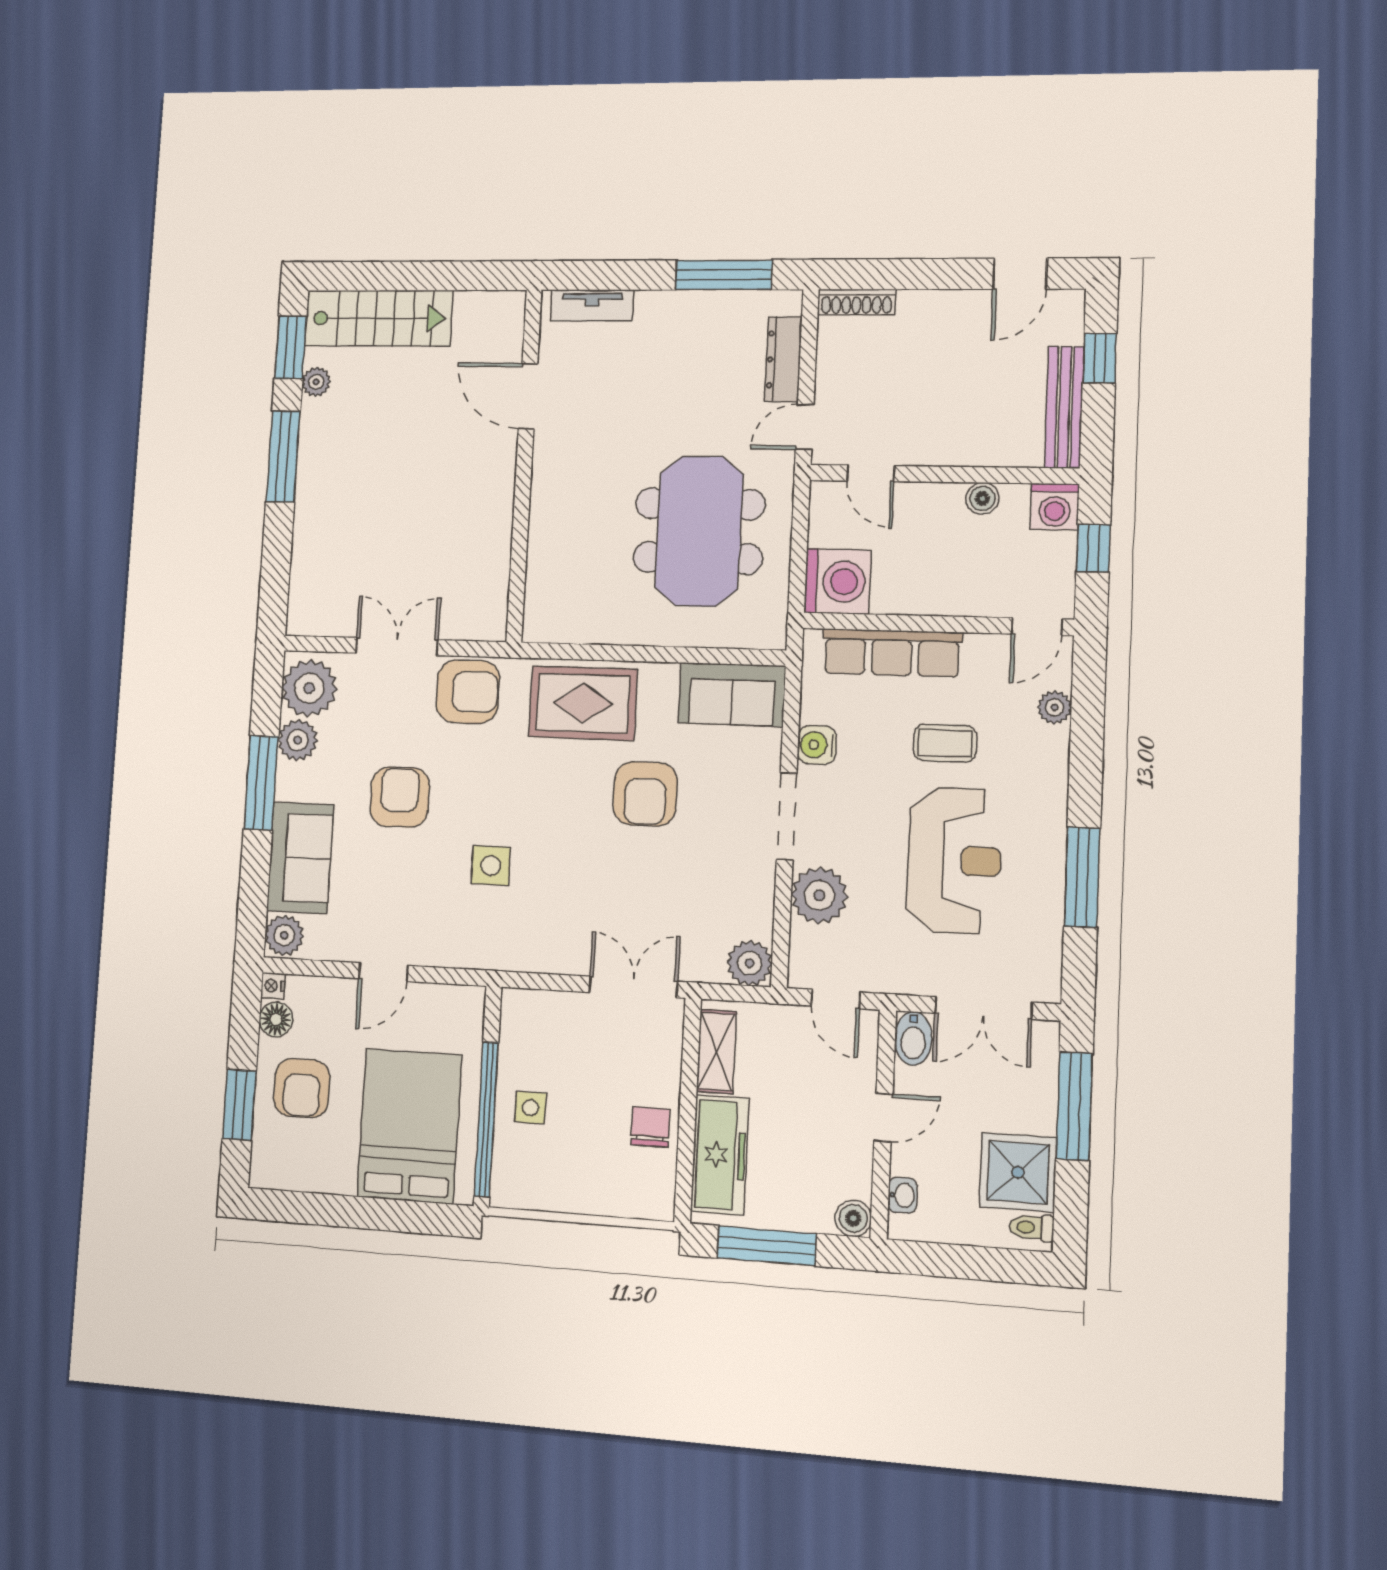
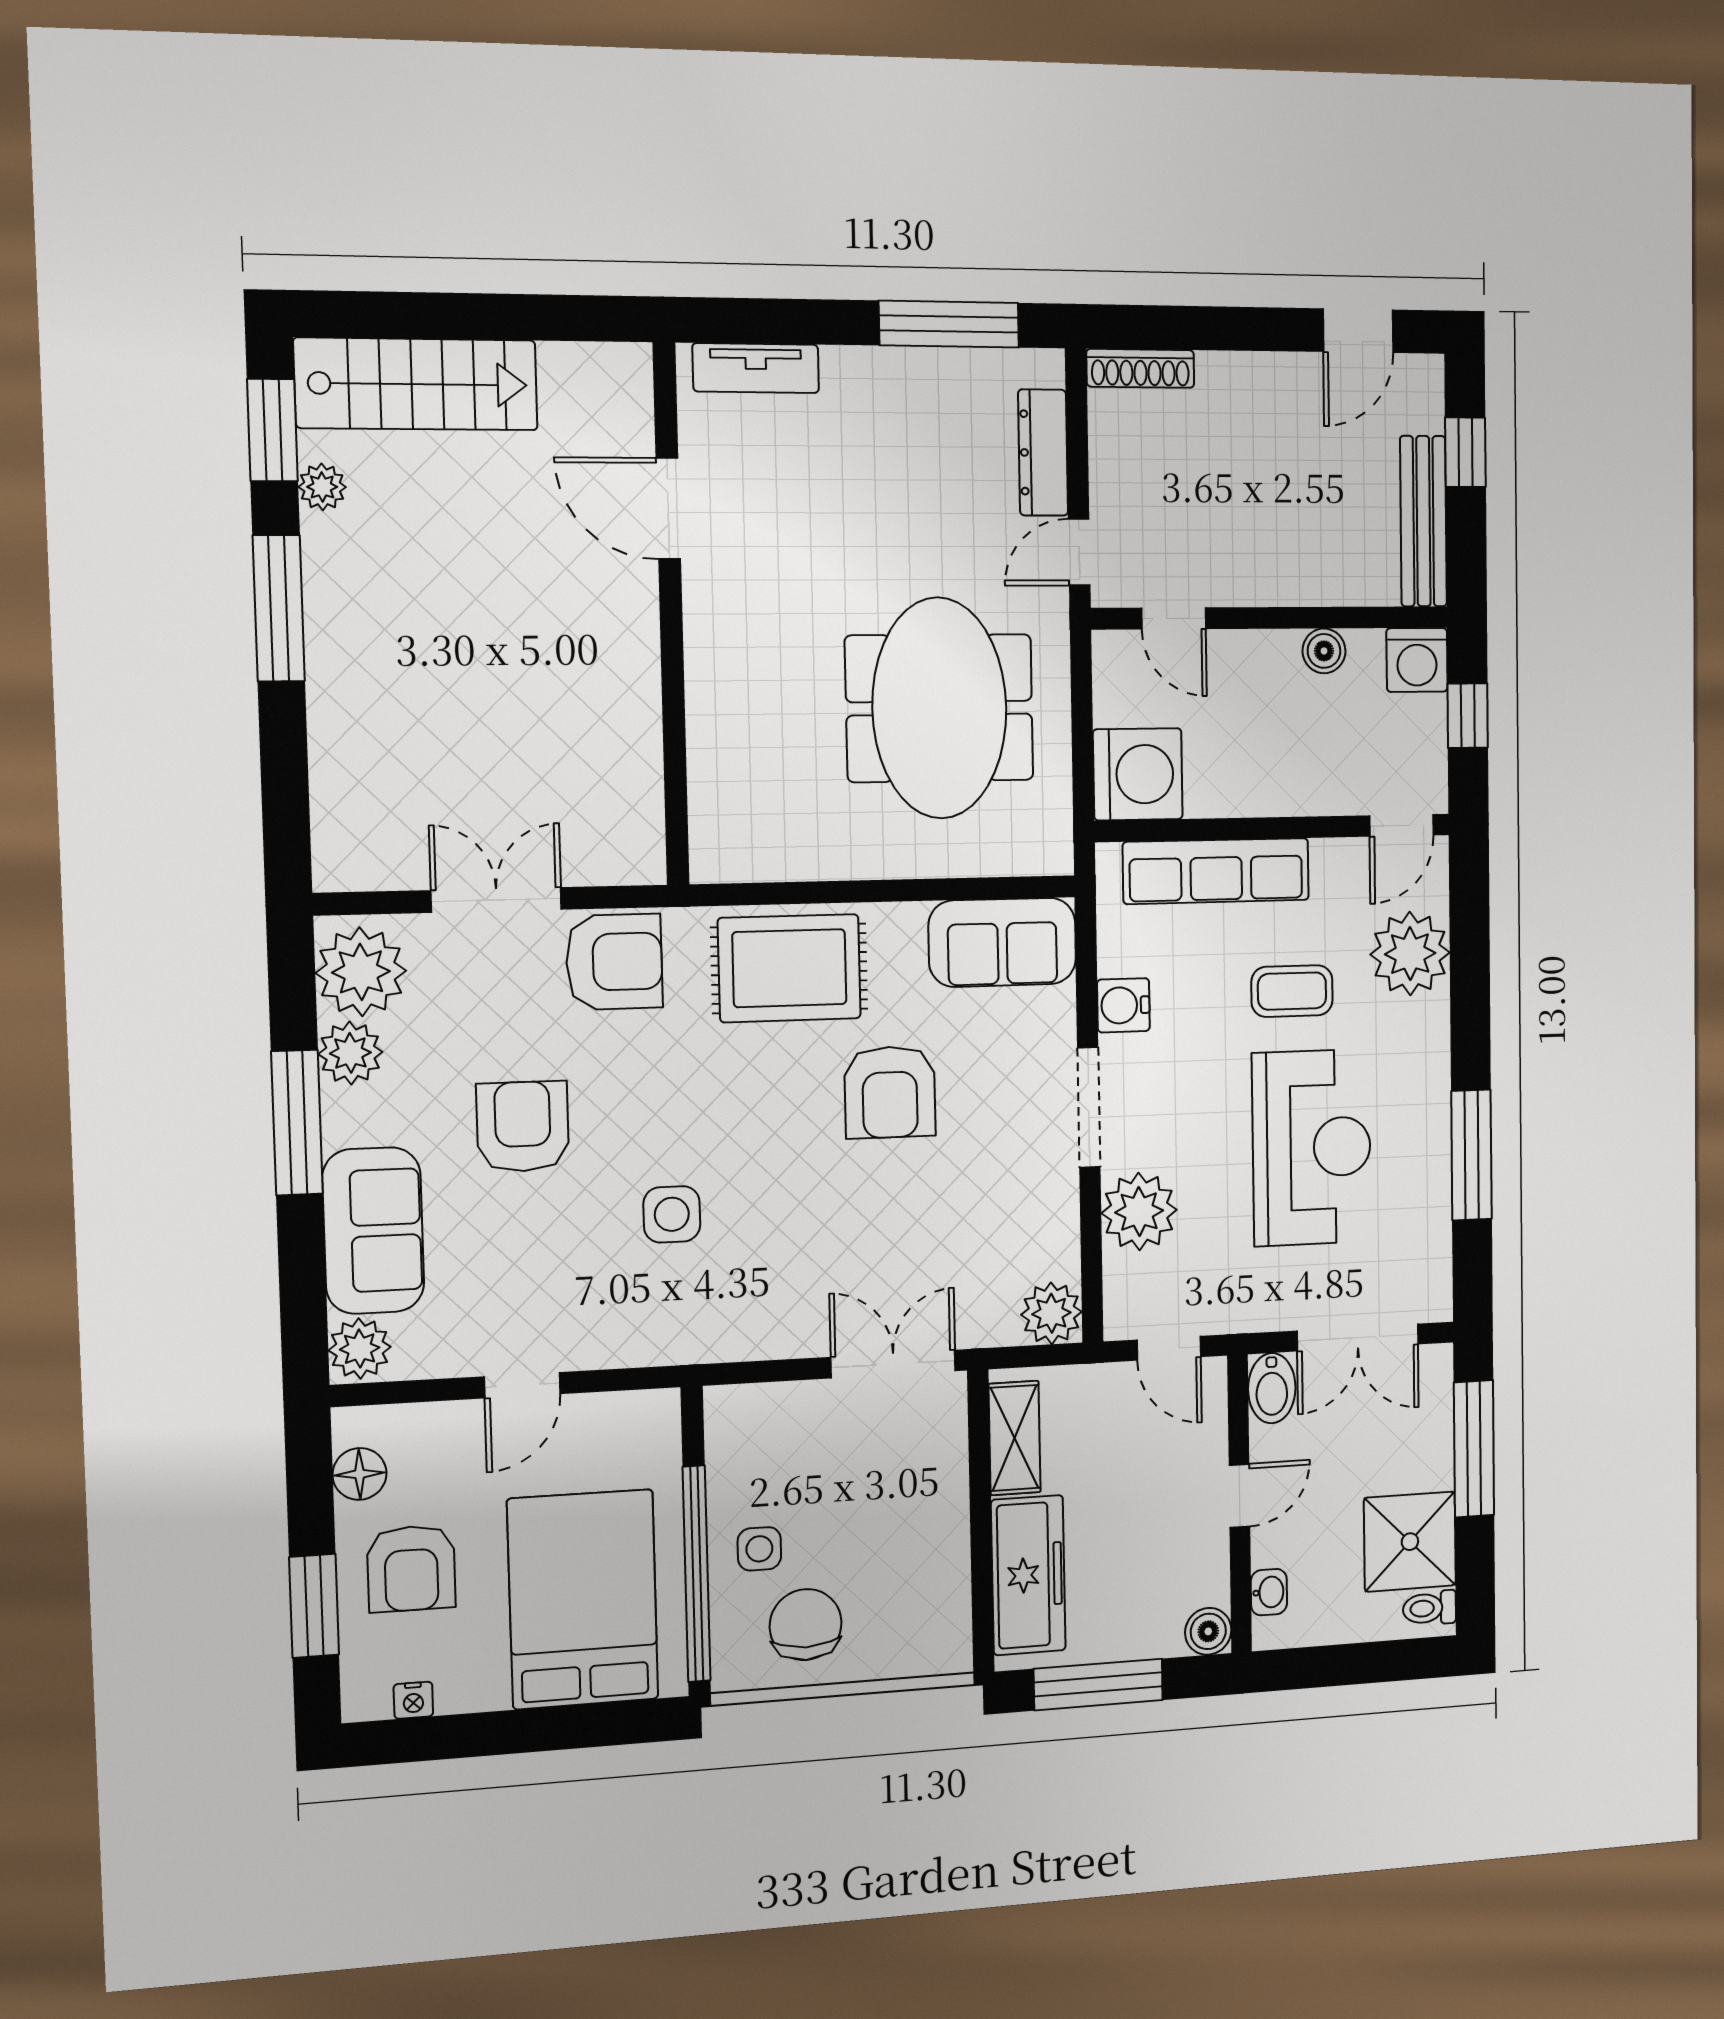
plant: (1055, 707) -> (1410, 954), width x1.88, depth x1.88
nightstand: (273, 986) -> (413, 1700), moved, turned -90
chair: (650, 1127) -> (806, 1625), moved, width x1.37, depth x1.37

